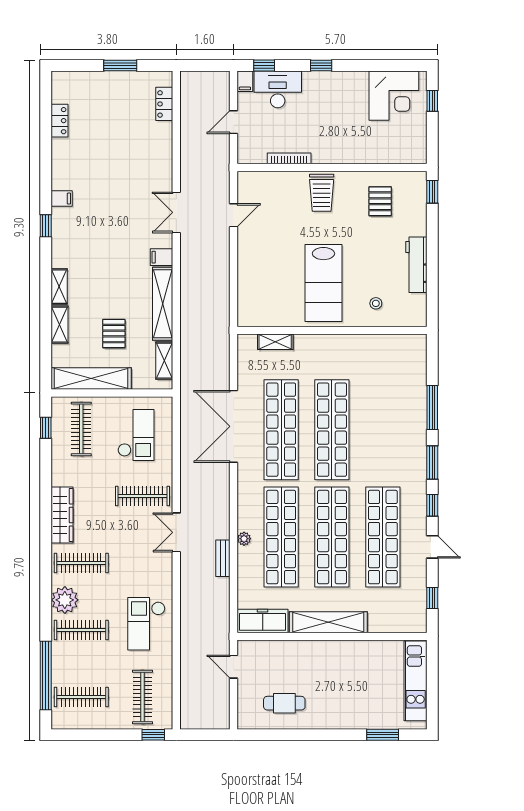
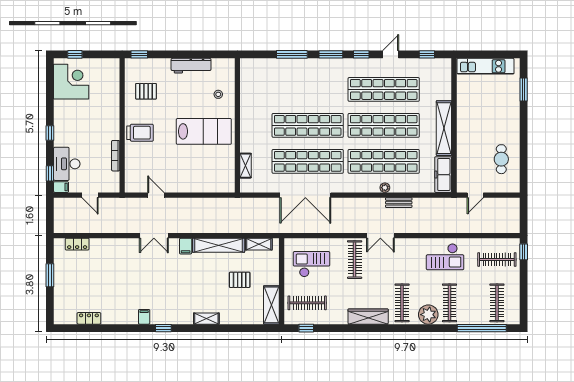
shelving: (59, 325) -> (233, 318), removed
shelving: (91, 378) -> (271, 305), width x0.68

